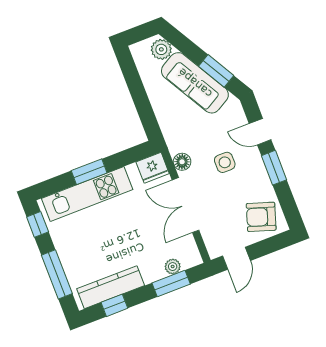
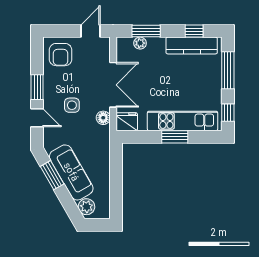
armchair: (261, 217) -> (61, 55), turned 72

